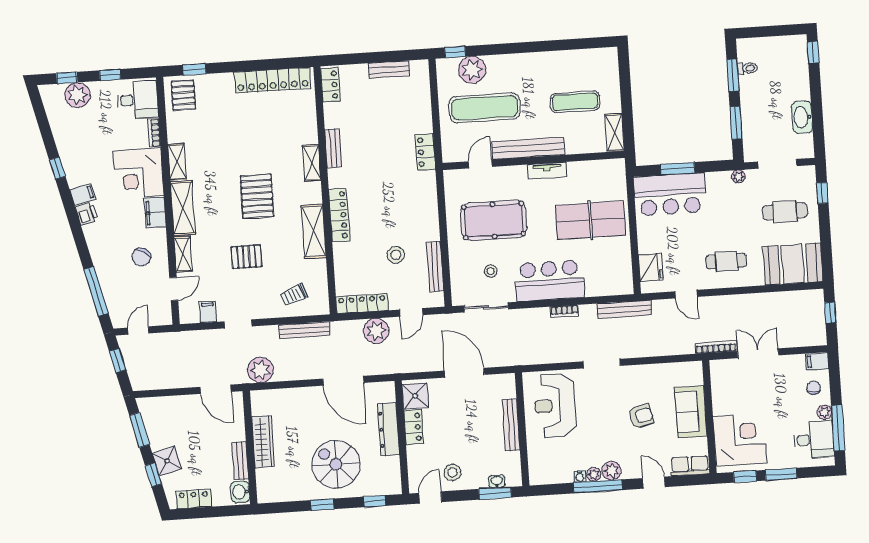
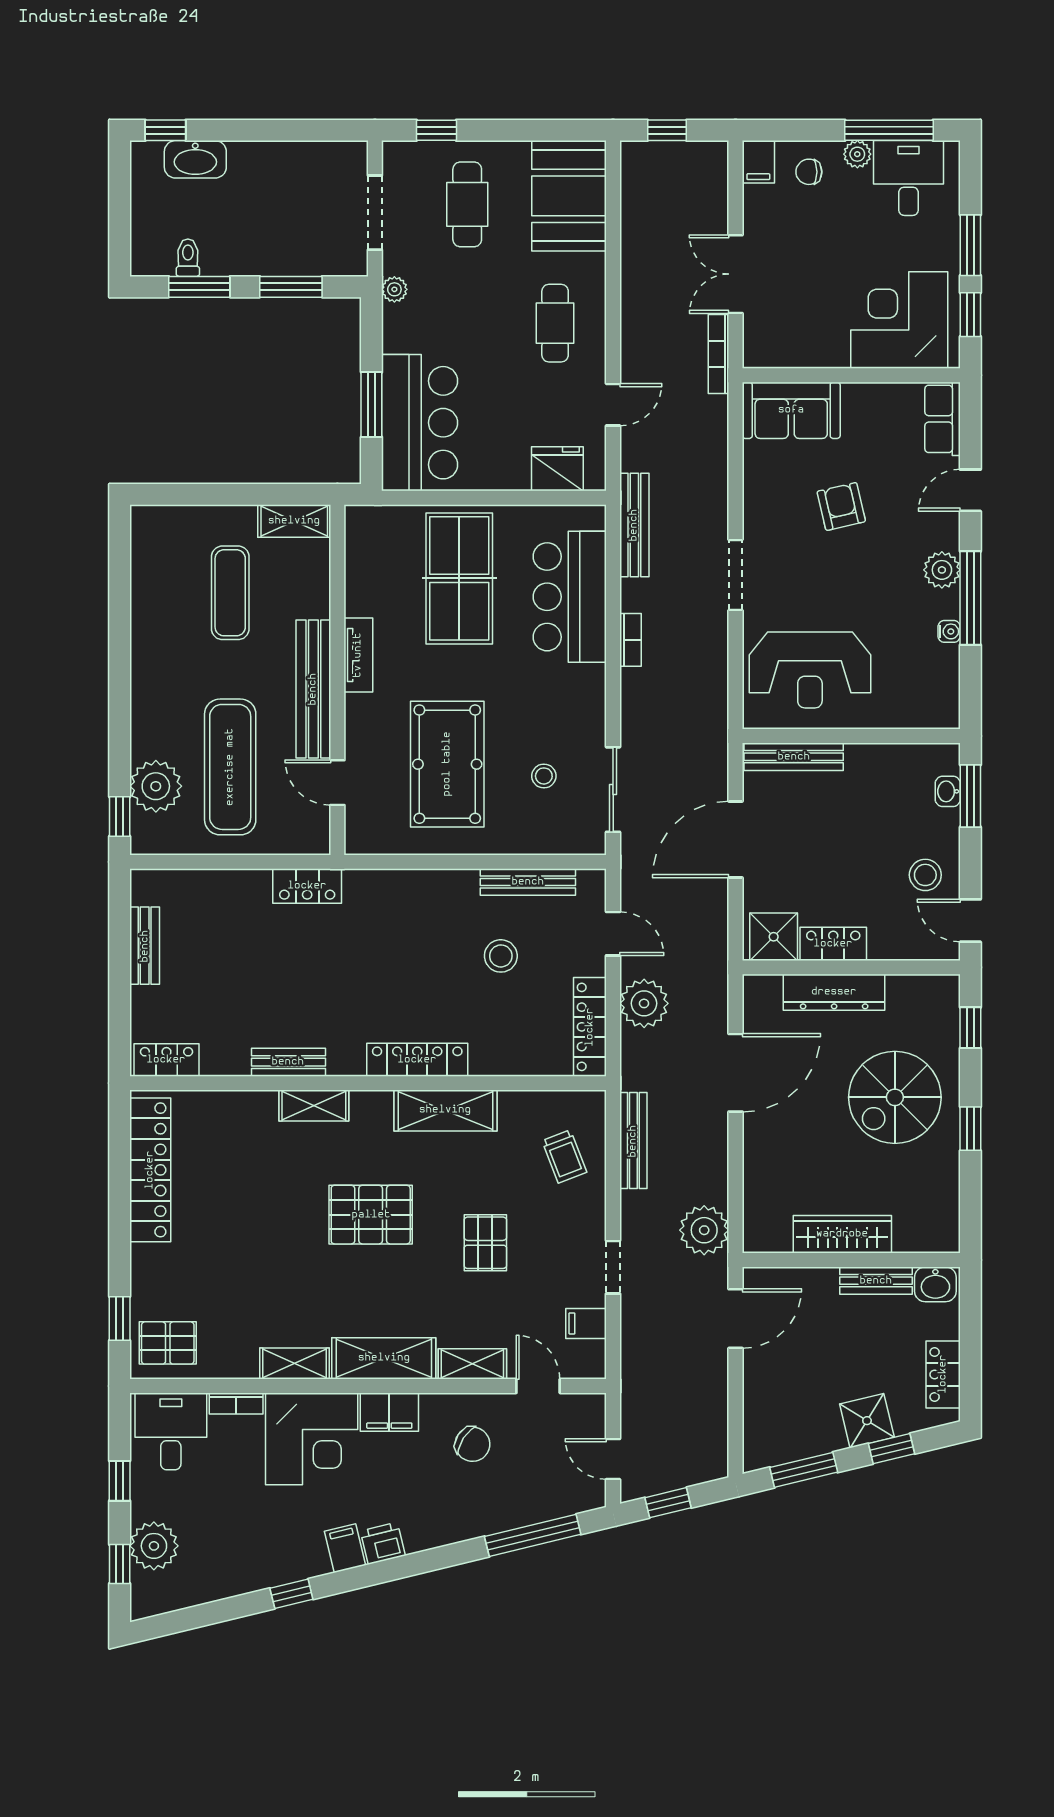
washbasin: (802, 117) -> (195, 159), moved
bar counter: (549, 281) -> (570, 597), moved
sofa: (691, 412) -> (791, 410), moved
bench: (511, 425) -> (794, 757), moved
plant: (594, 474) -> (947, 604), removed

